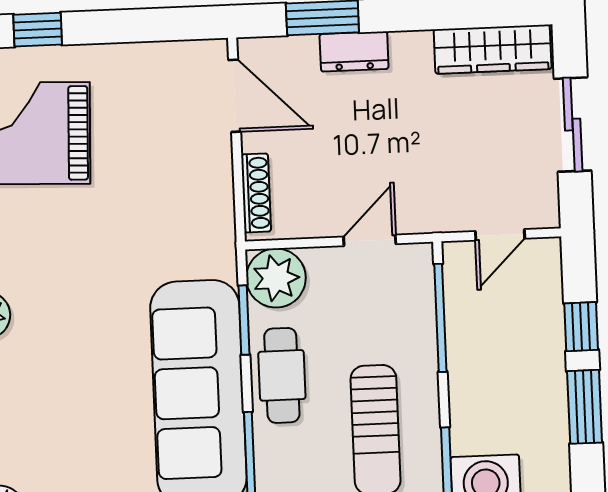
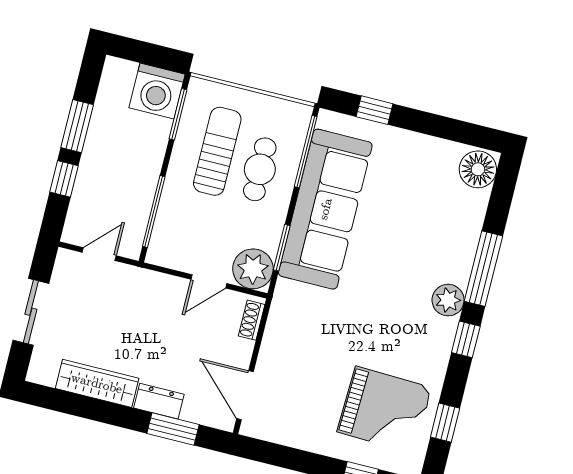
wardrobe: (493, 49) -> (97, 383), moved
shoe rack: (256, 193) -> (252, 320), width x0.70
door: (370, 240) -> (209, 281), moved
cafe table: (282, 375) -> (260, 169), moved

